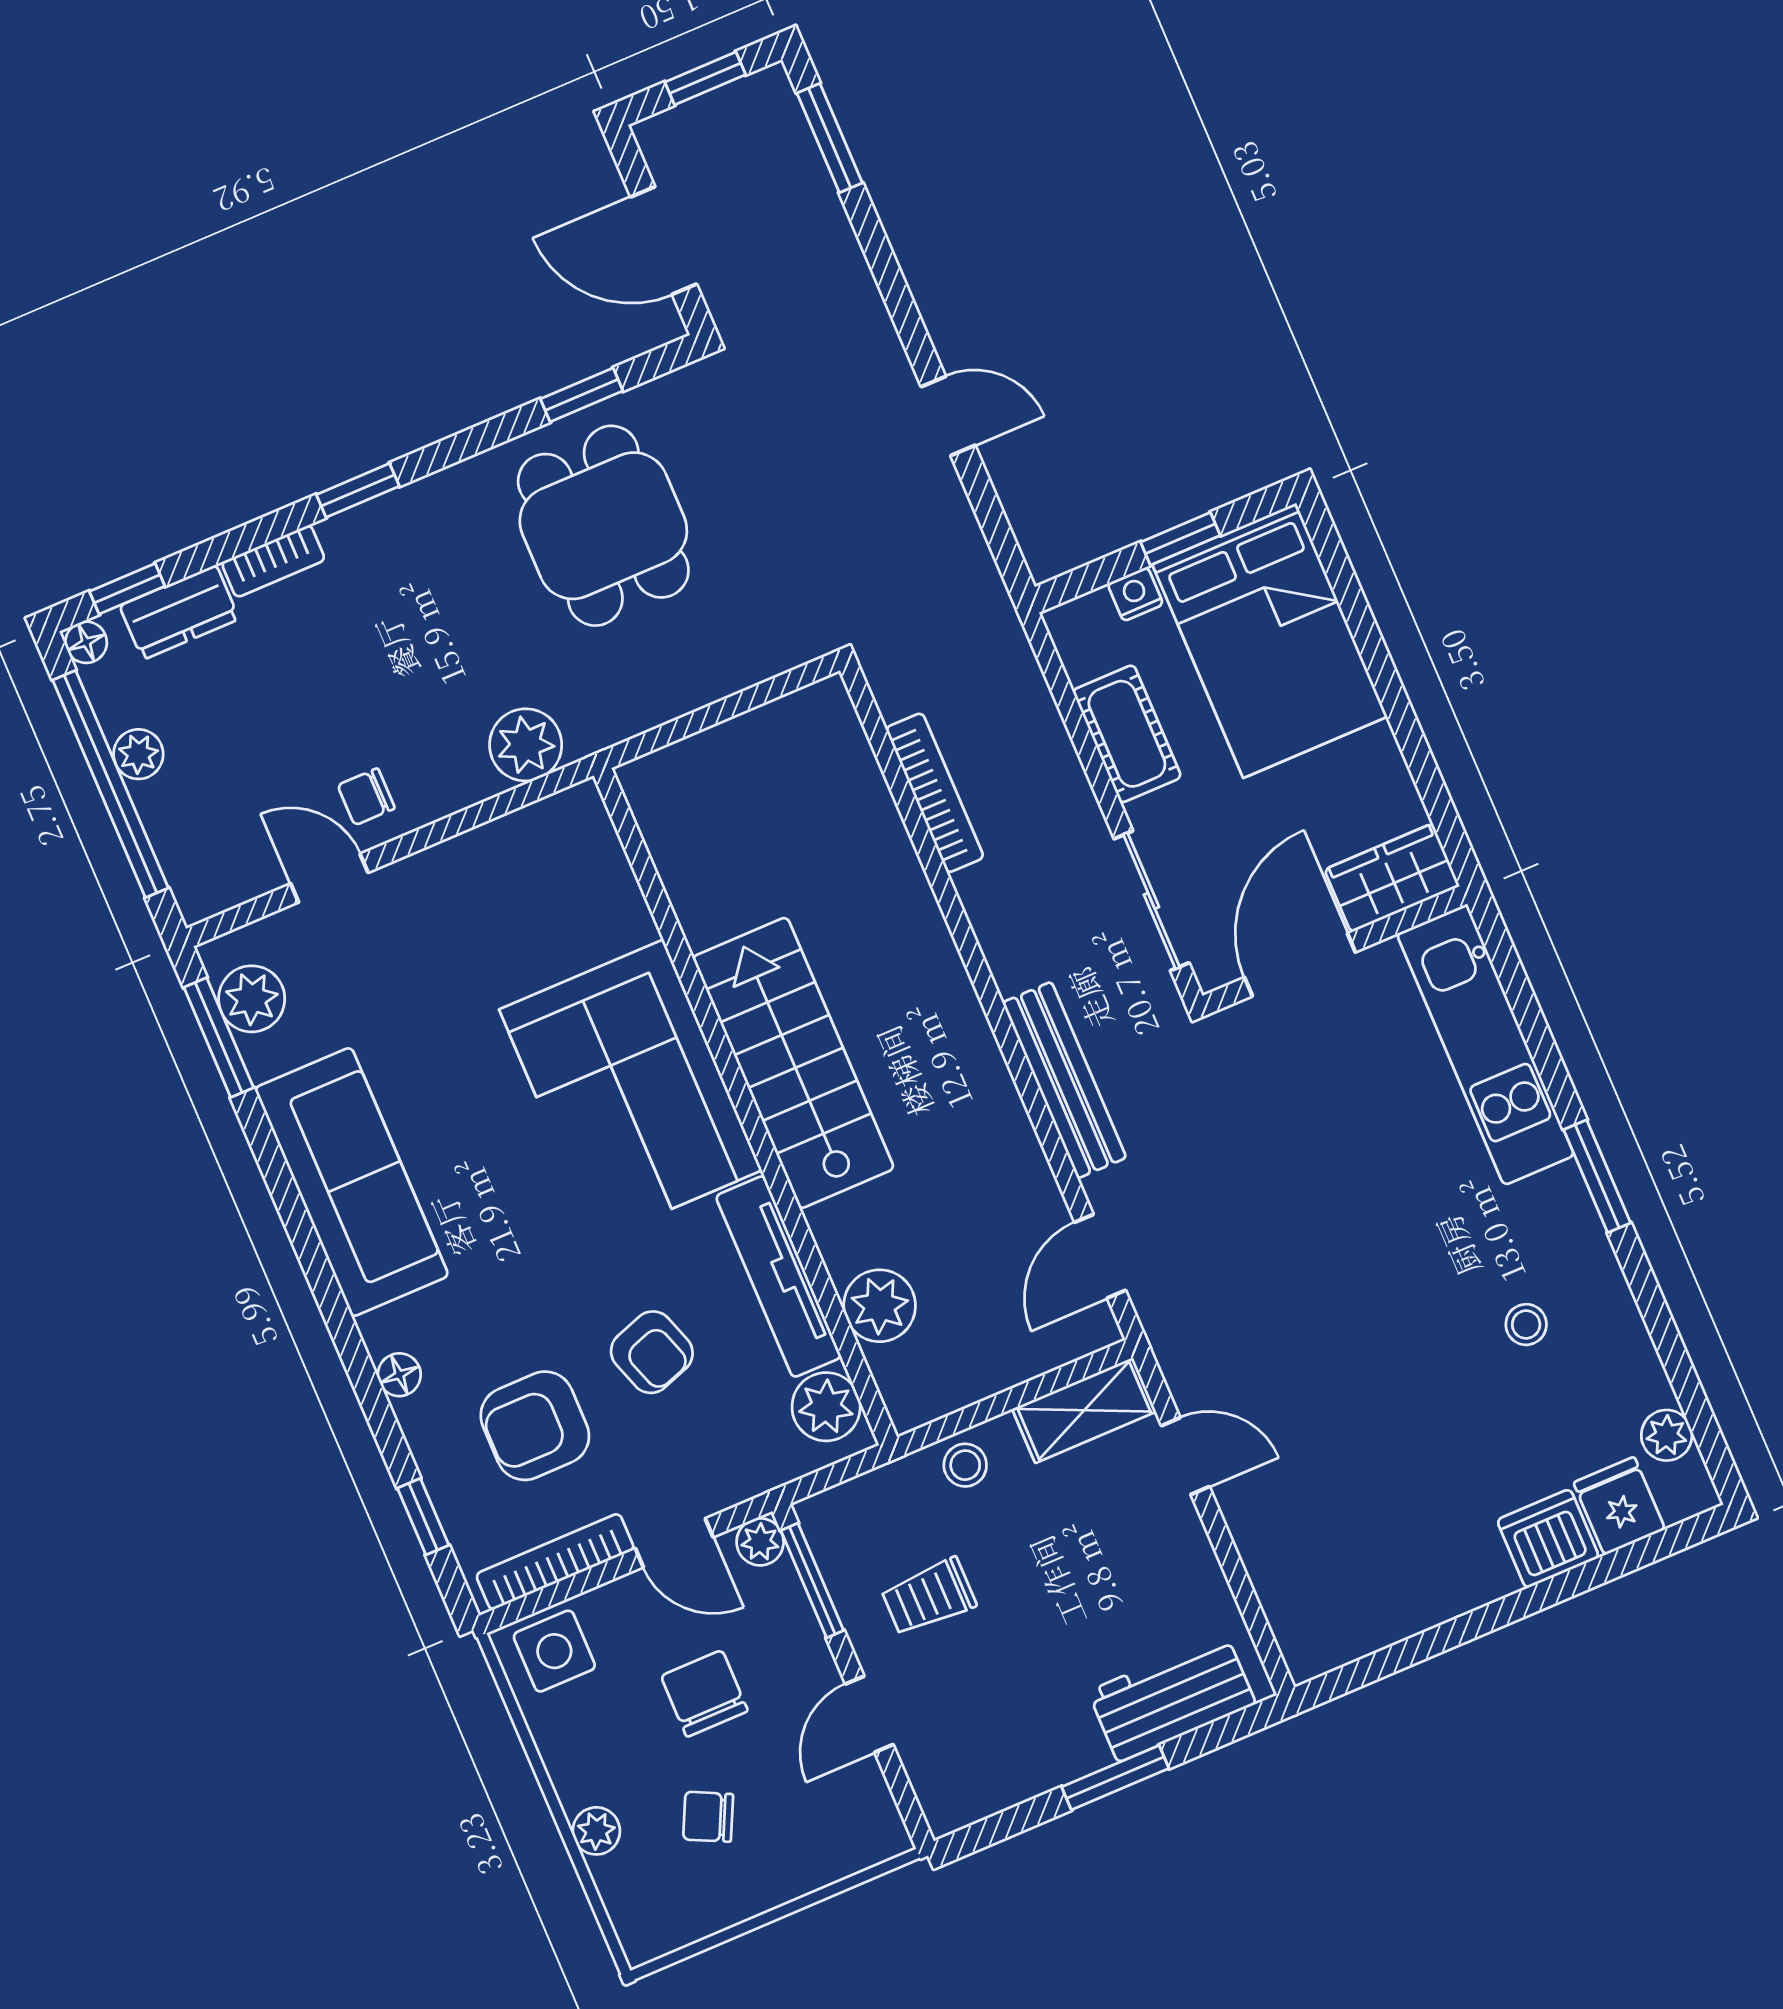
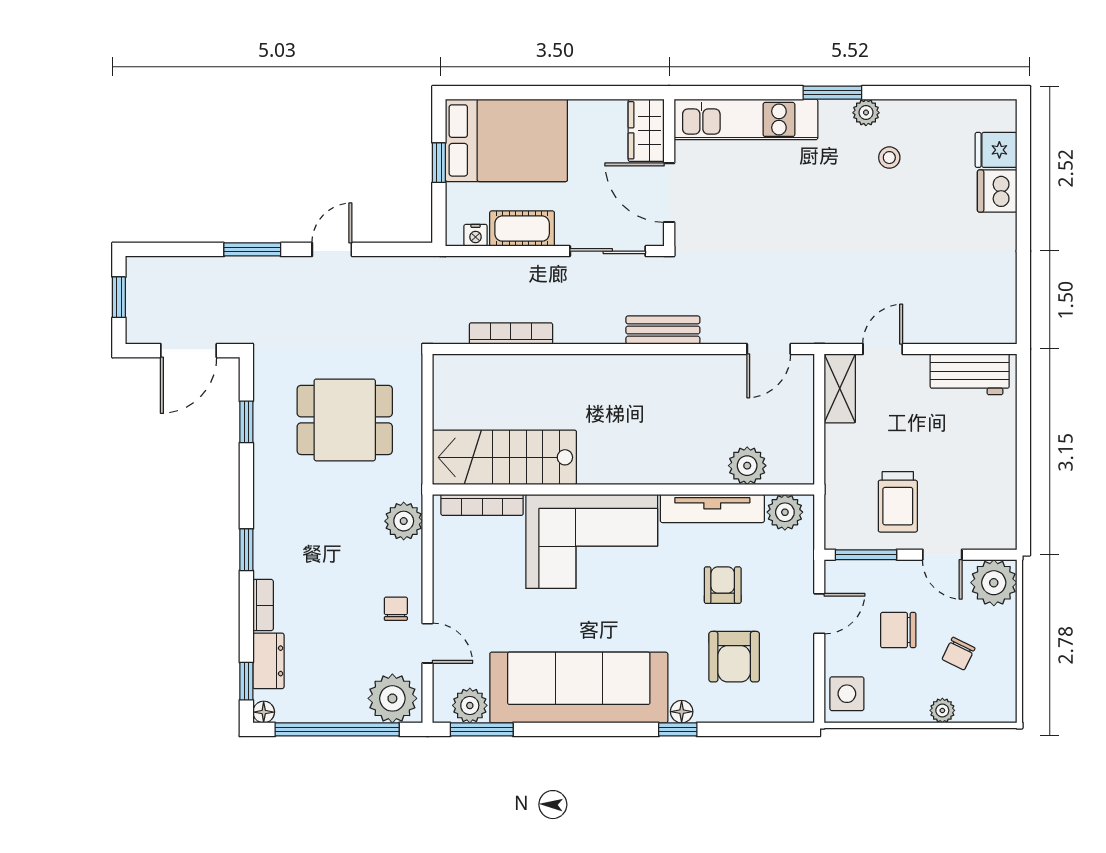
window: (830, 138) -> (252, 249), moved
dining table: (603, 526) -> (345, 420), moved
nightstand: (1135, 594) -> (476, 235), moved, turned -90
plant: (138, 754) -> (392, 698), moved, width x1.87, depth x1.87
chair: (366, 797) -> (396, 609), turned 180
door: (329, 878) -> (428, 643), swing flipped
stairs: (793, 1063) -> (504, 457), moved
bench: (1064, 1080) -> (663, 330), width x0.73
sofa: (351, 1182) -> (579, 688), width x1.36, depth x1.27
door: (1100, 1256) -> (769, 349), hinge flipped
armchair: (652, 1352) -> (723, 585), turned -71
plant: (1667, 1435) -> (866, 113), moved
stool: (965, 1465) -> (842, 457), removed
window: (423, 1517) -> (678, 729), moved
plant: (760, 1542) -> (994, 583), moved, width x1.88, depth x1.88
bookcase: (555, 1562) -> (482, 505), moved, turned -90
trolley: (929, 1597) -> (898, 502), width x1.36, depth x1.39
workbench: (1172, 1698) -> (970, 374), moved, turned -90
window: (1115, 1778) -> (1023, 449), removed

